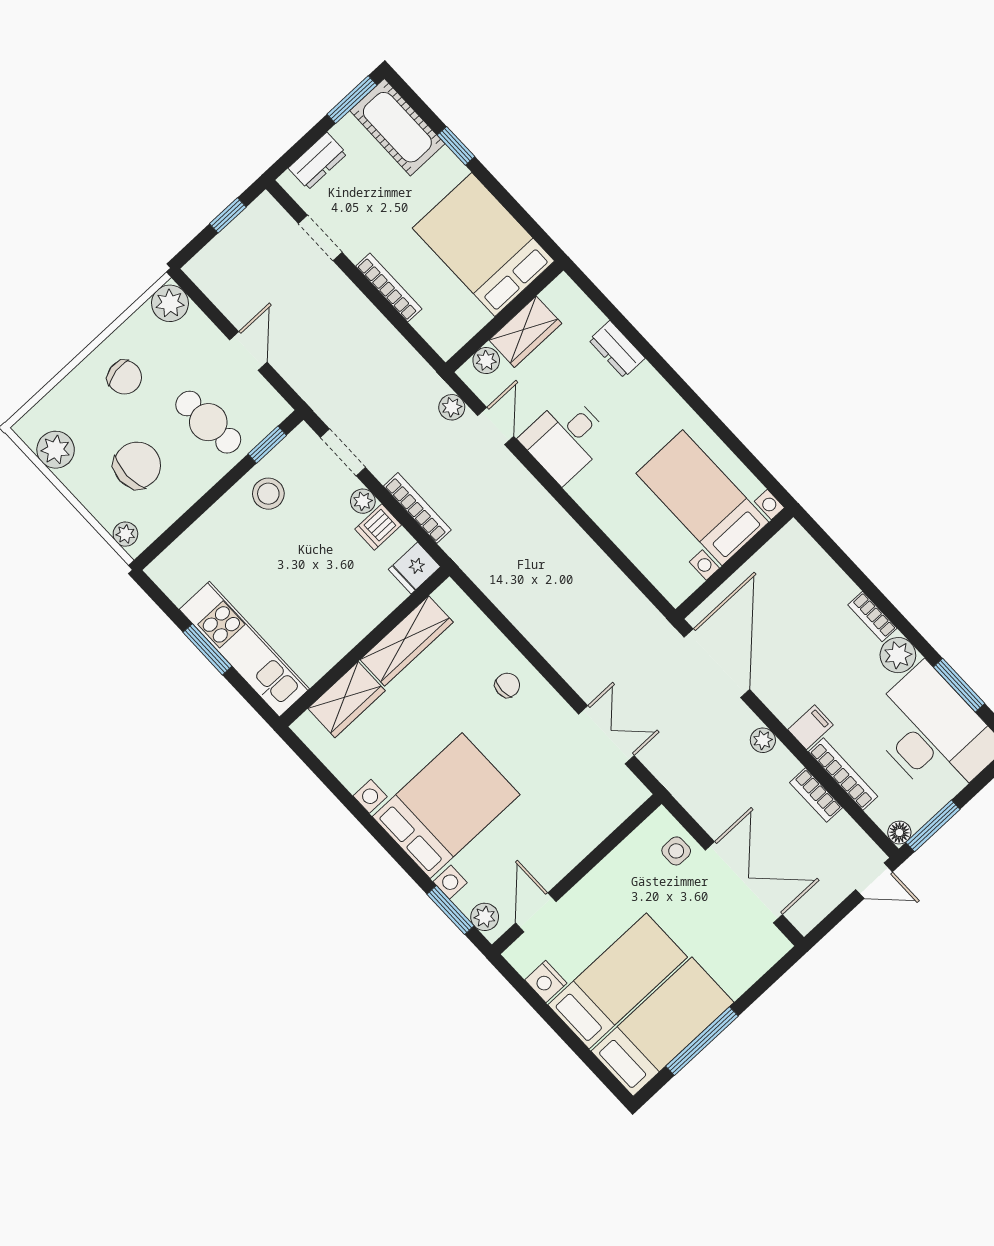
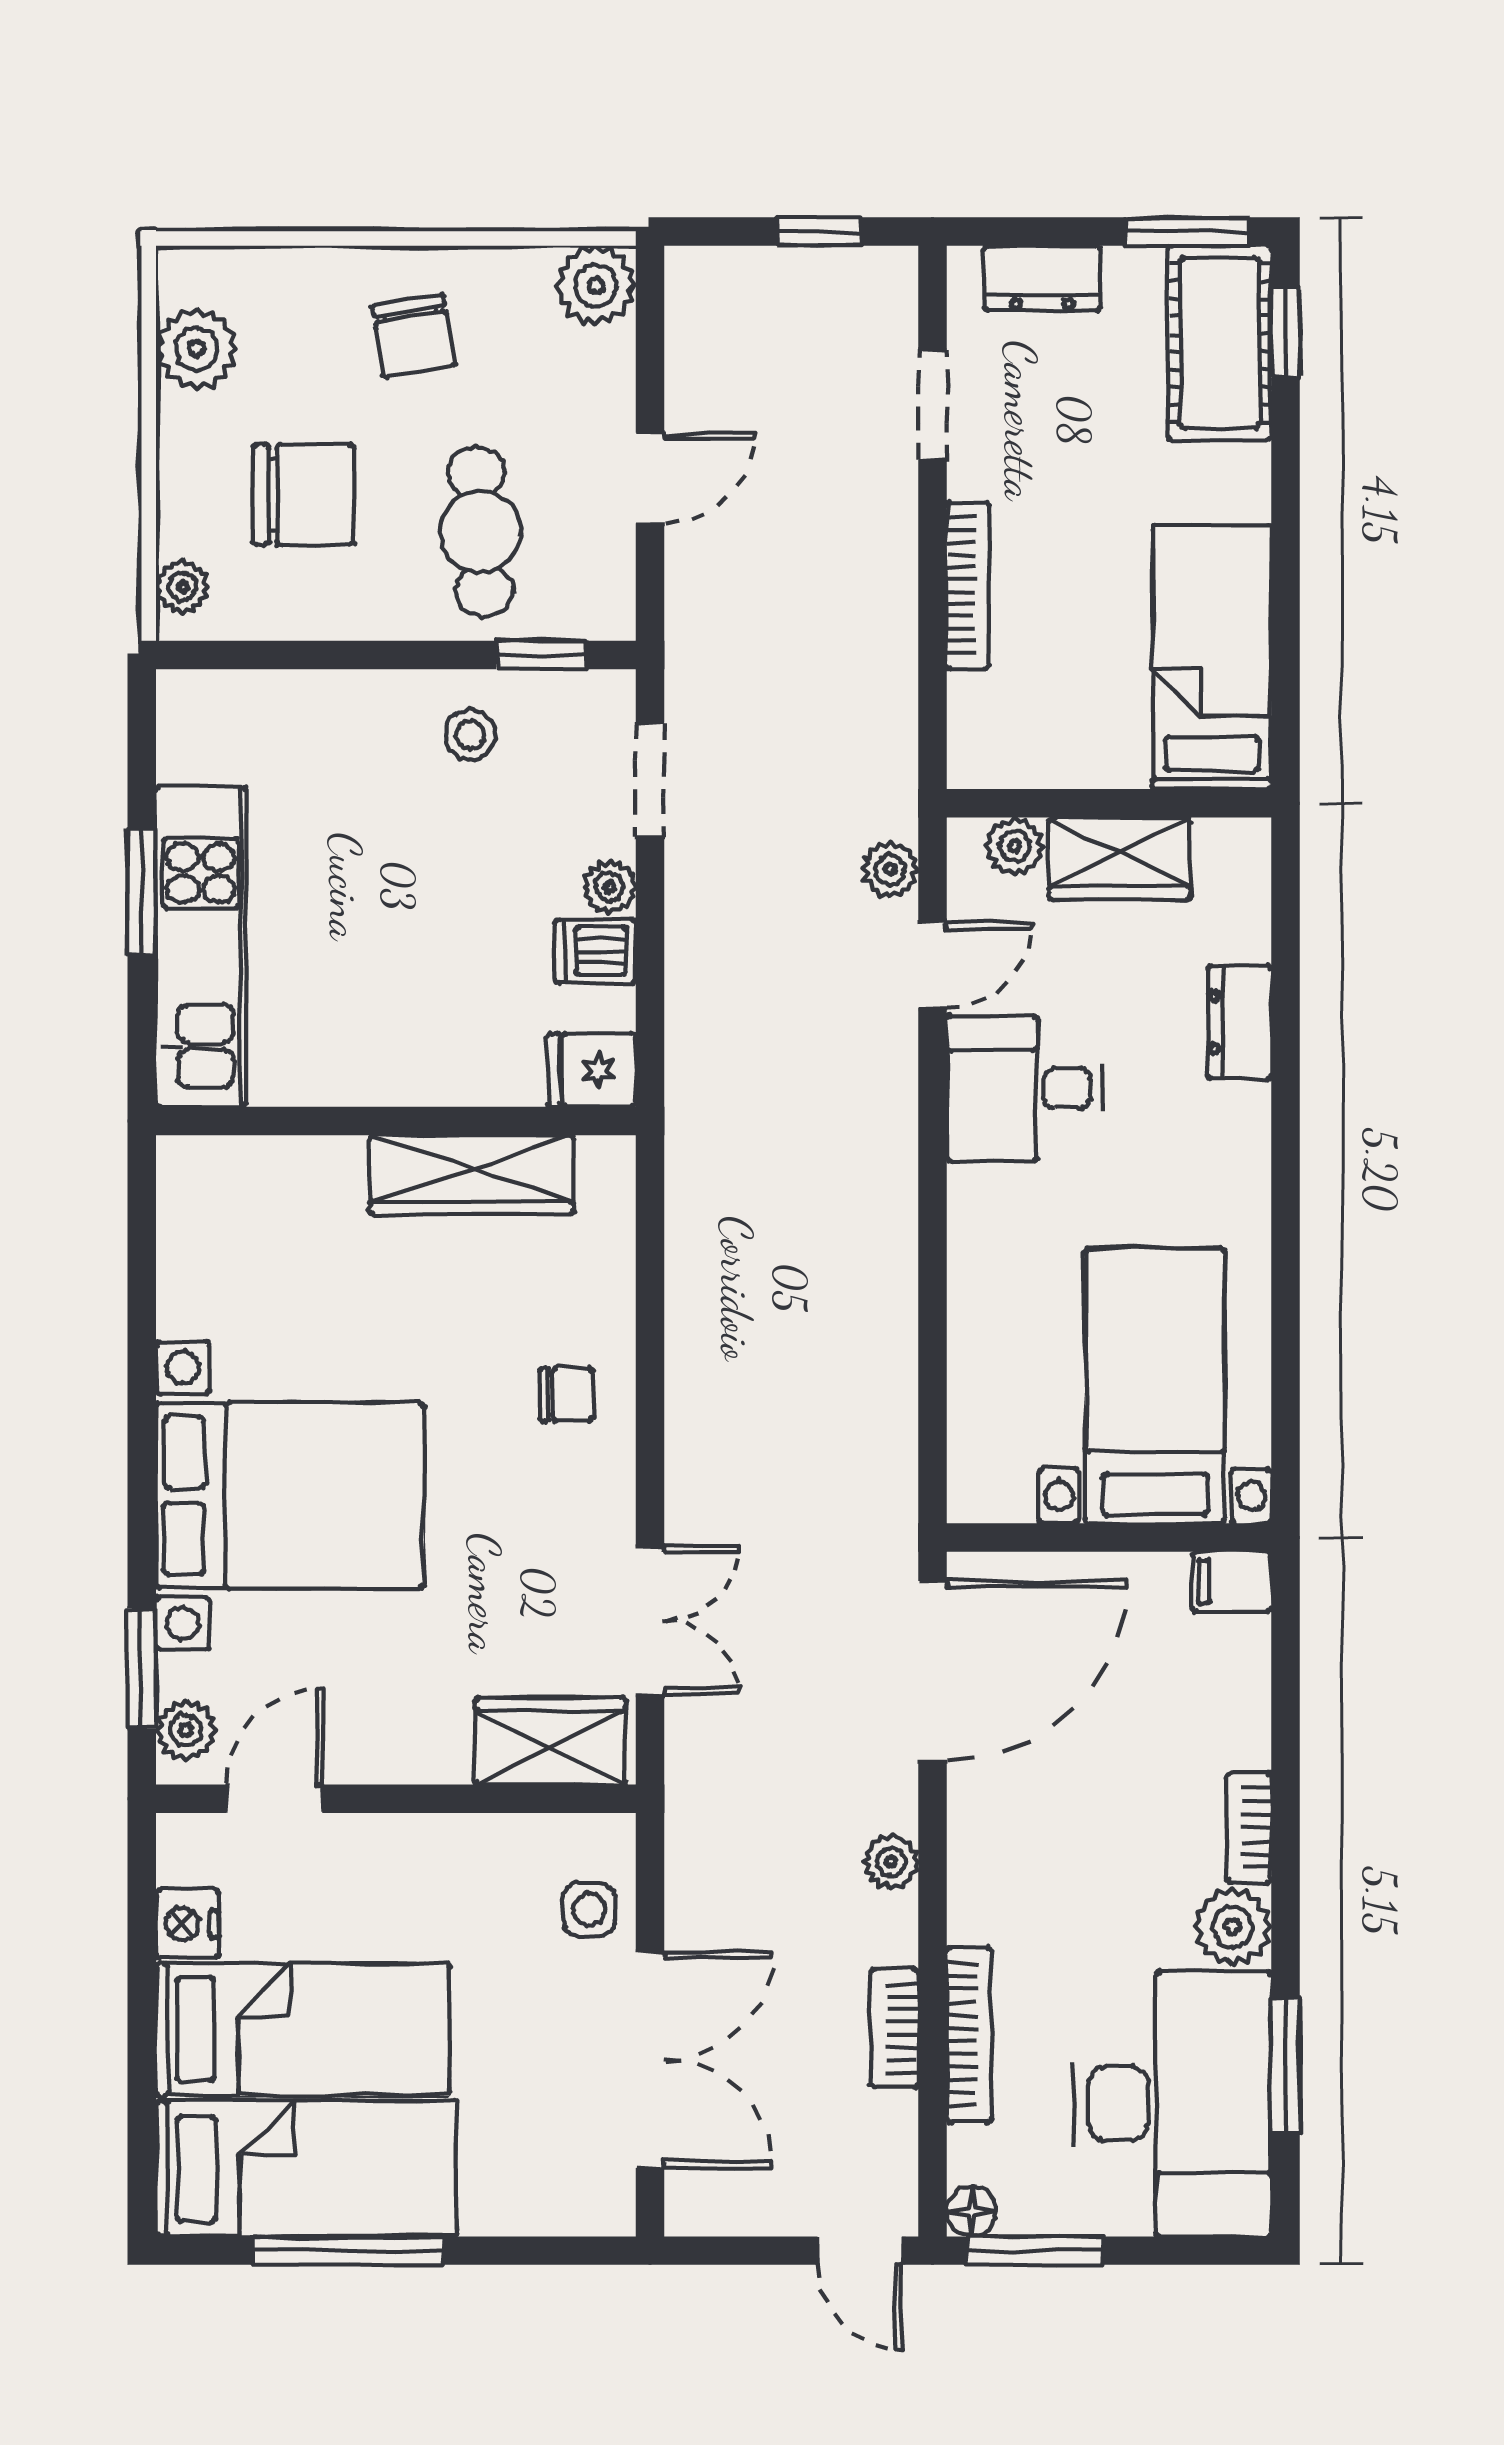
window: (456, 146) -> (1285, 333), moved
bed: (483, 245) -> (1212, 657), width x0.67
stool: (268, 494) -> (470, 735), width x0.73, depth x0.73
bookcase: (417, 508) -> (686, 979), removed
wardrobe: (346, 700) -> (550, 1741), moved, turned 180
filing cabinet: (811, 727) -> (1231, 1582), moved, turned 180

